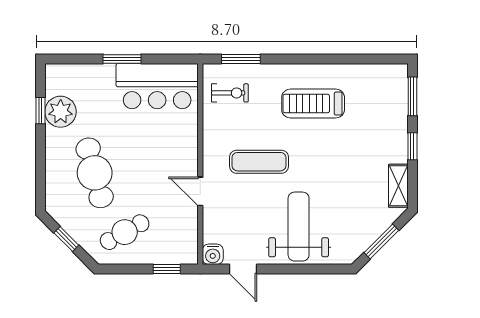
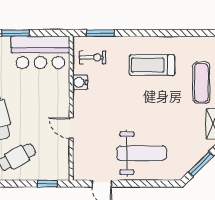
exercise mat: (259, 162) -> (201, 83), moved, turned 90
weight bench: (299, 227) -> (142, 153), turned 90
water cooler: (213, 254) -> (80, 82), moved, turned 90

